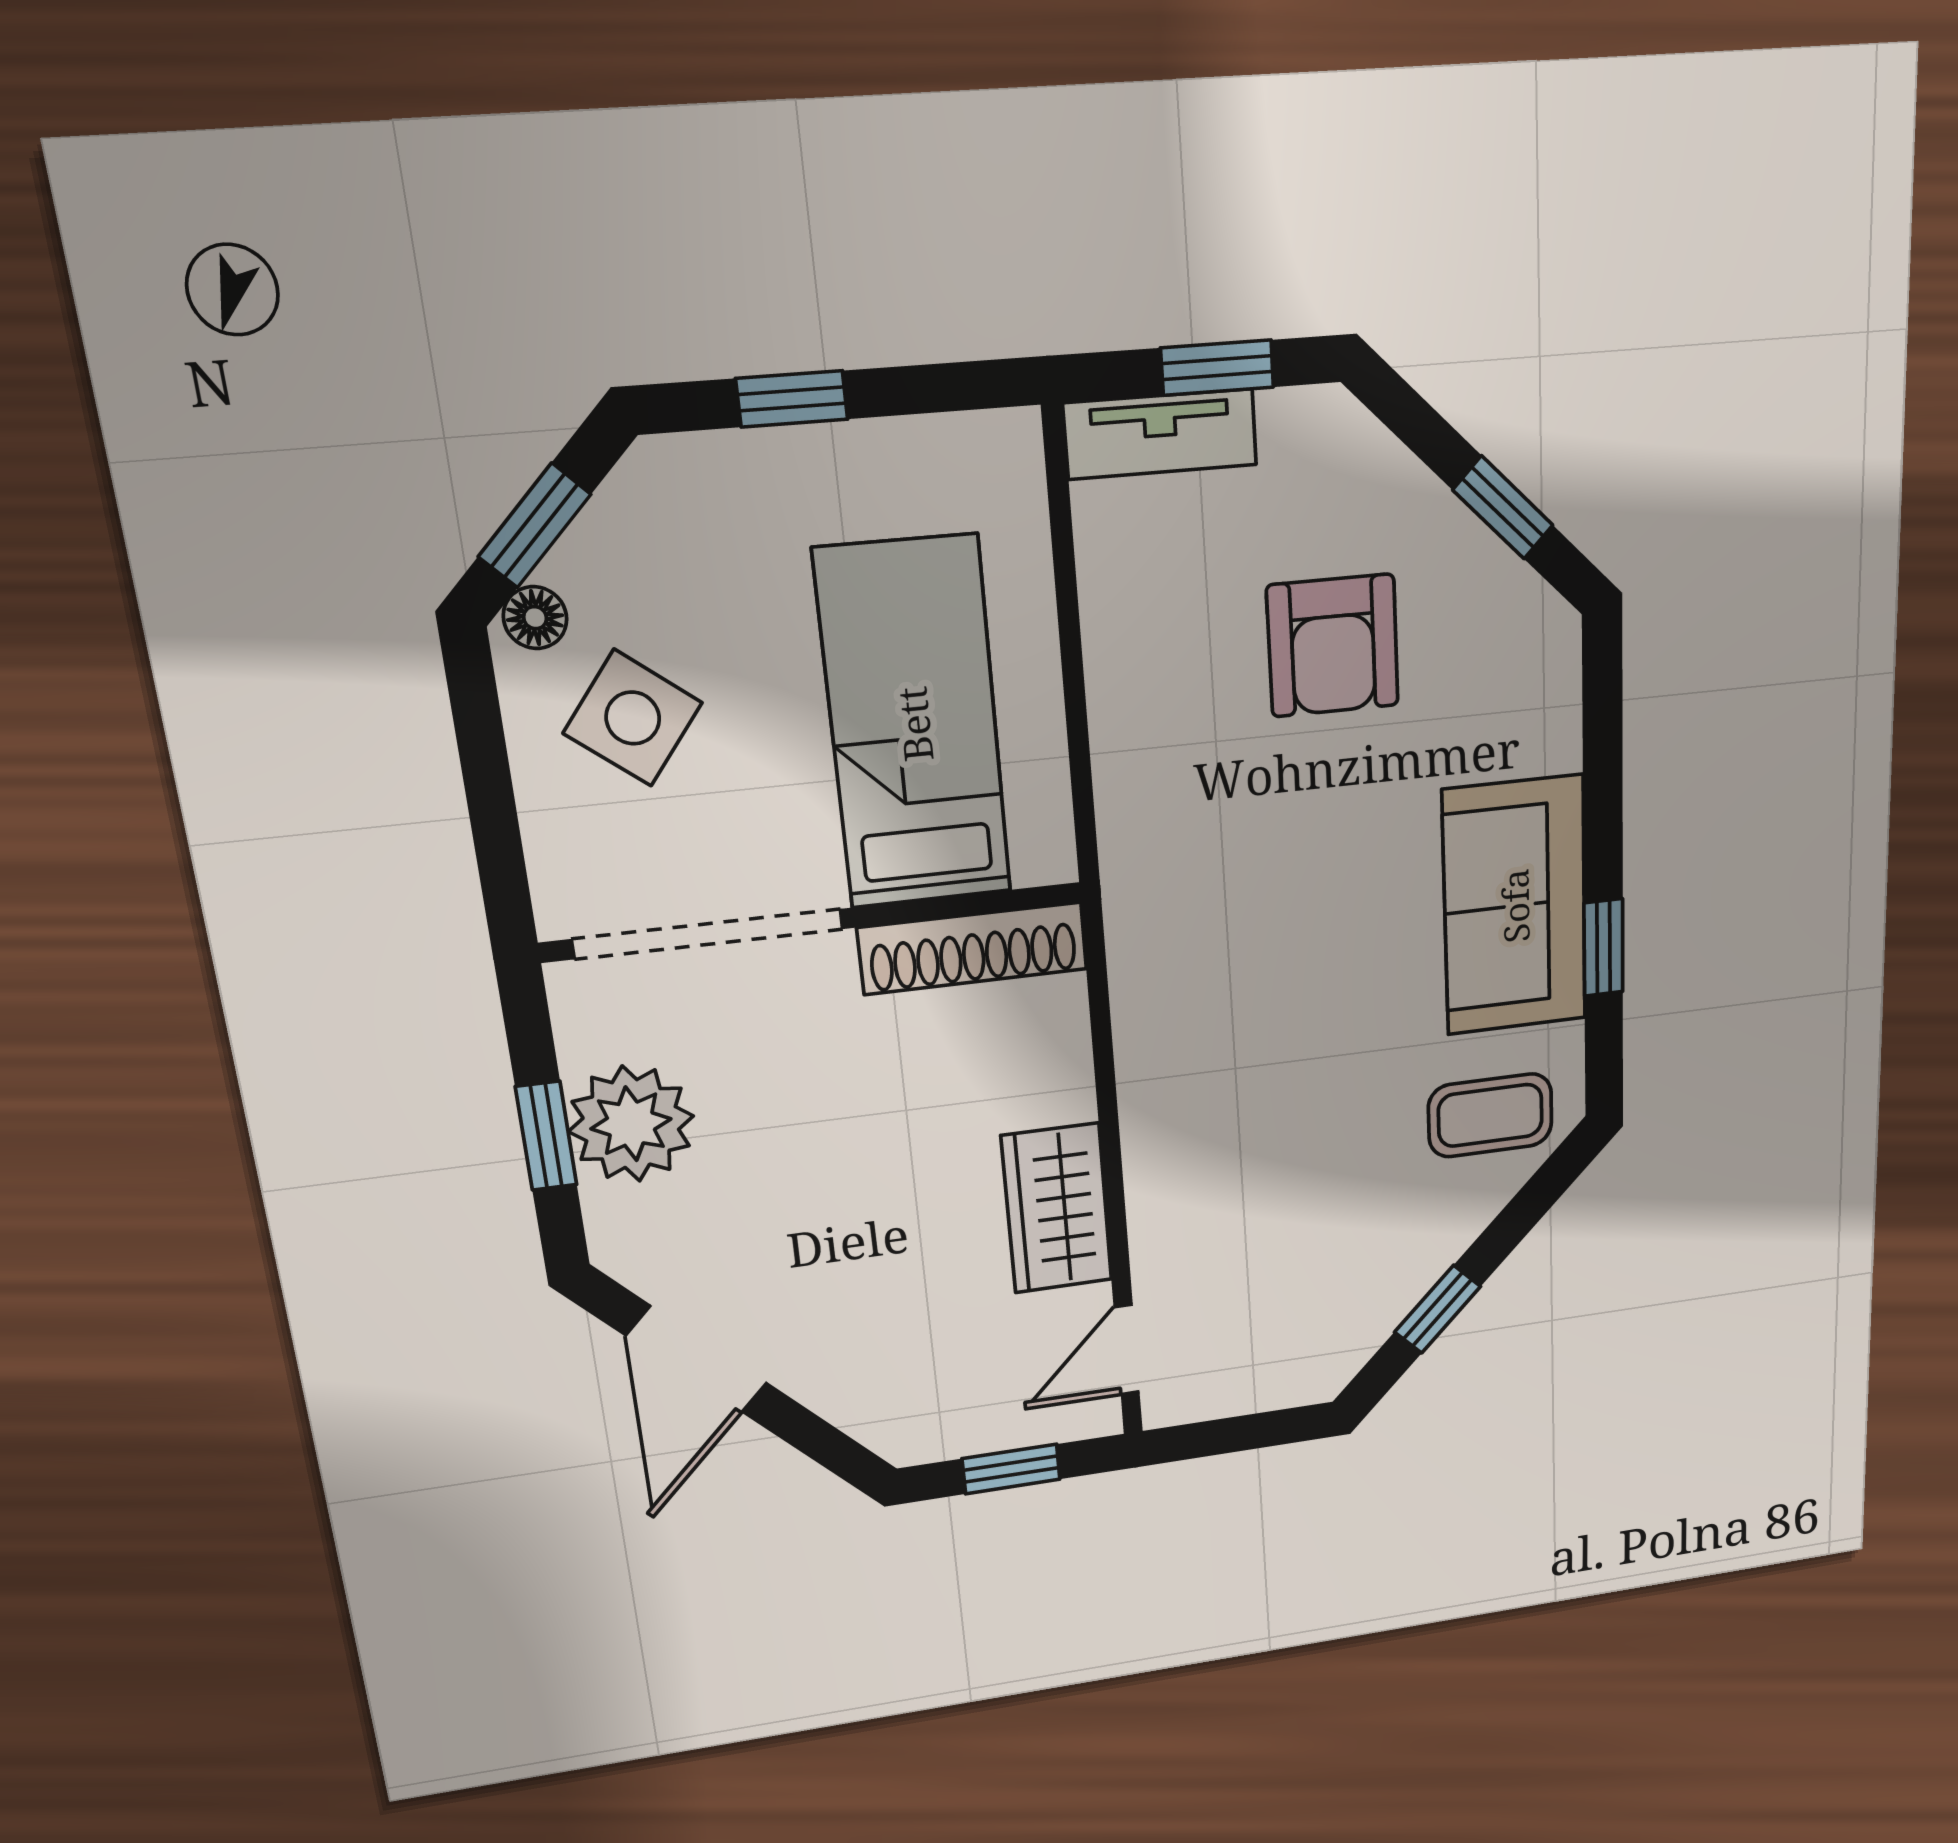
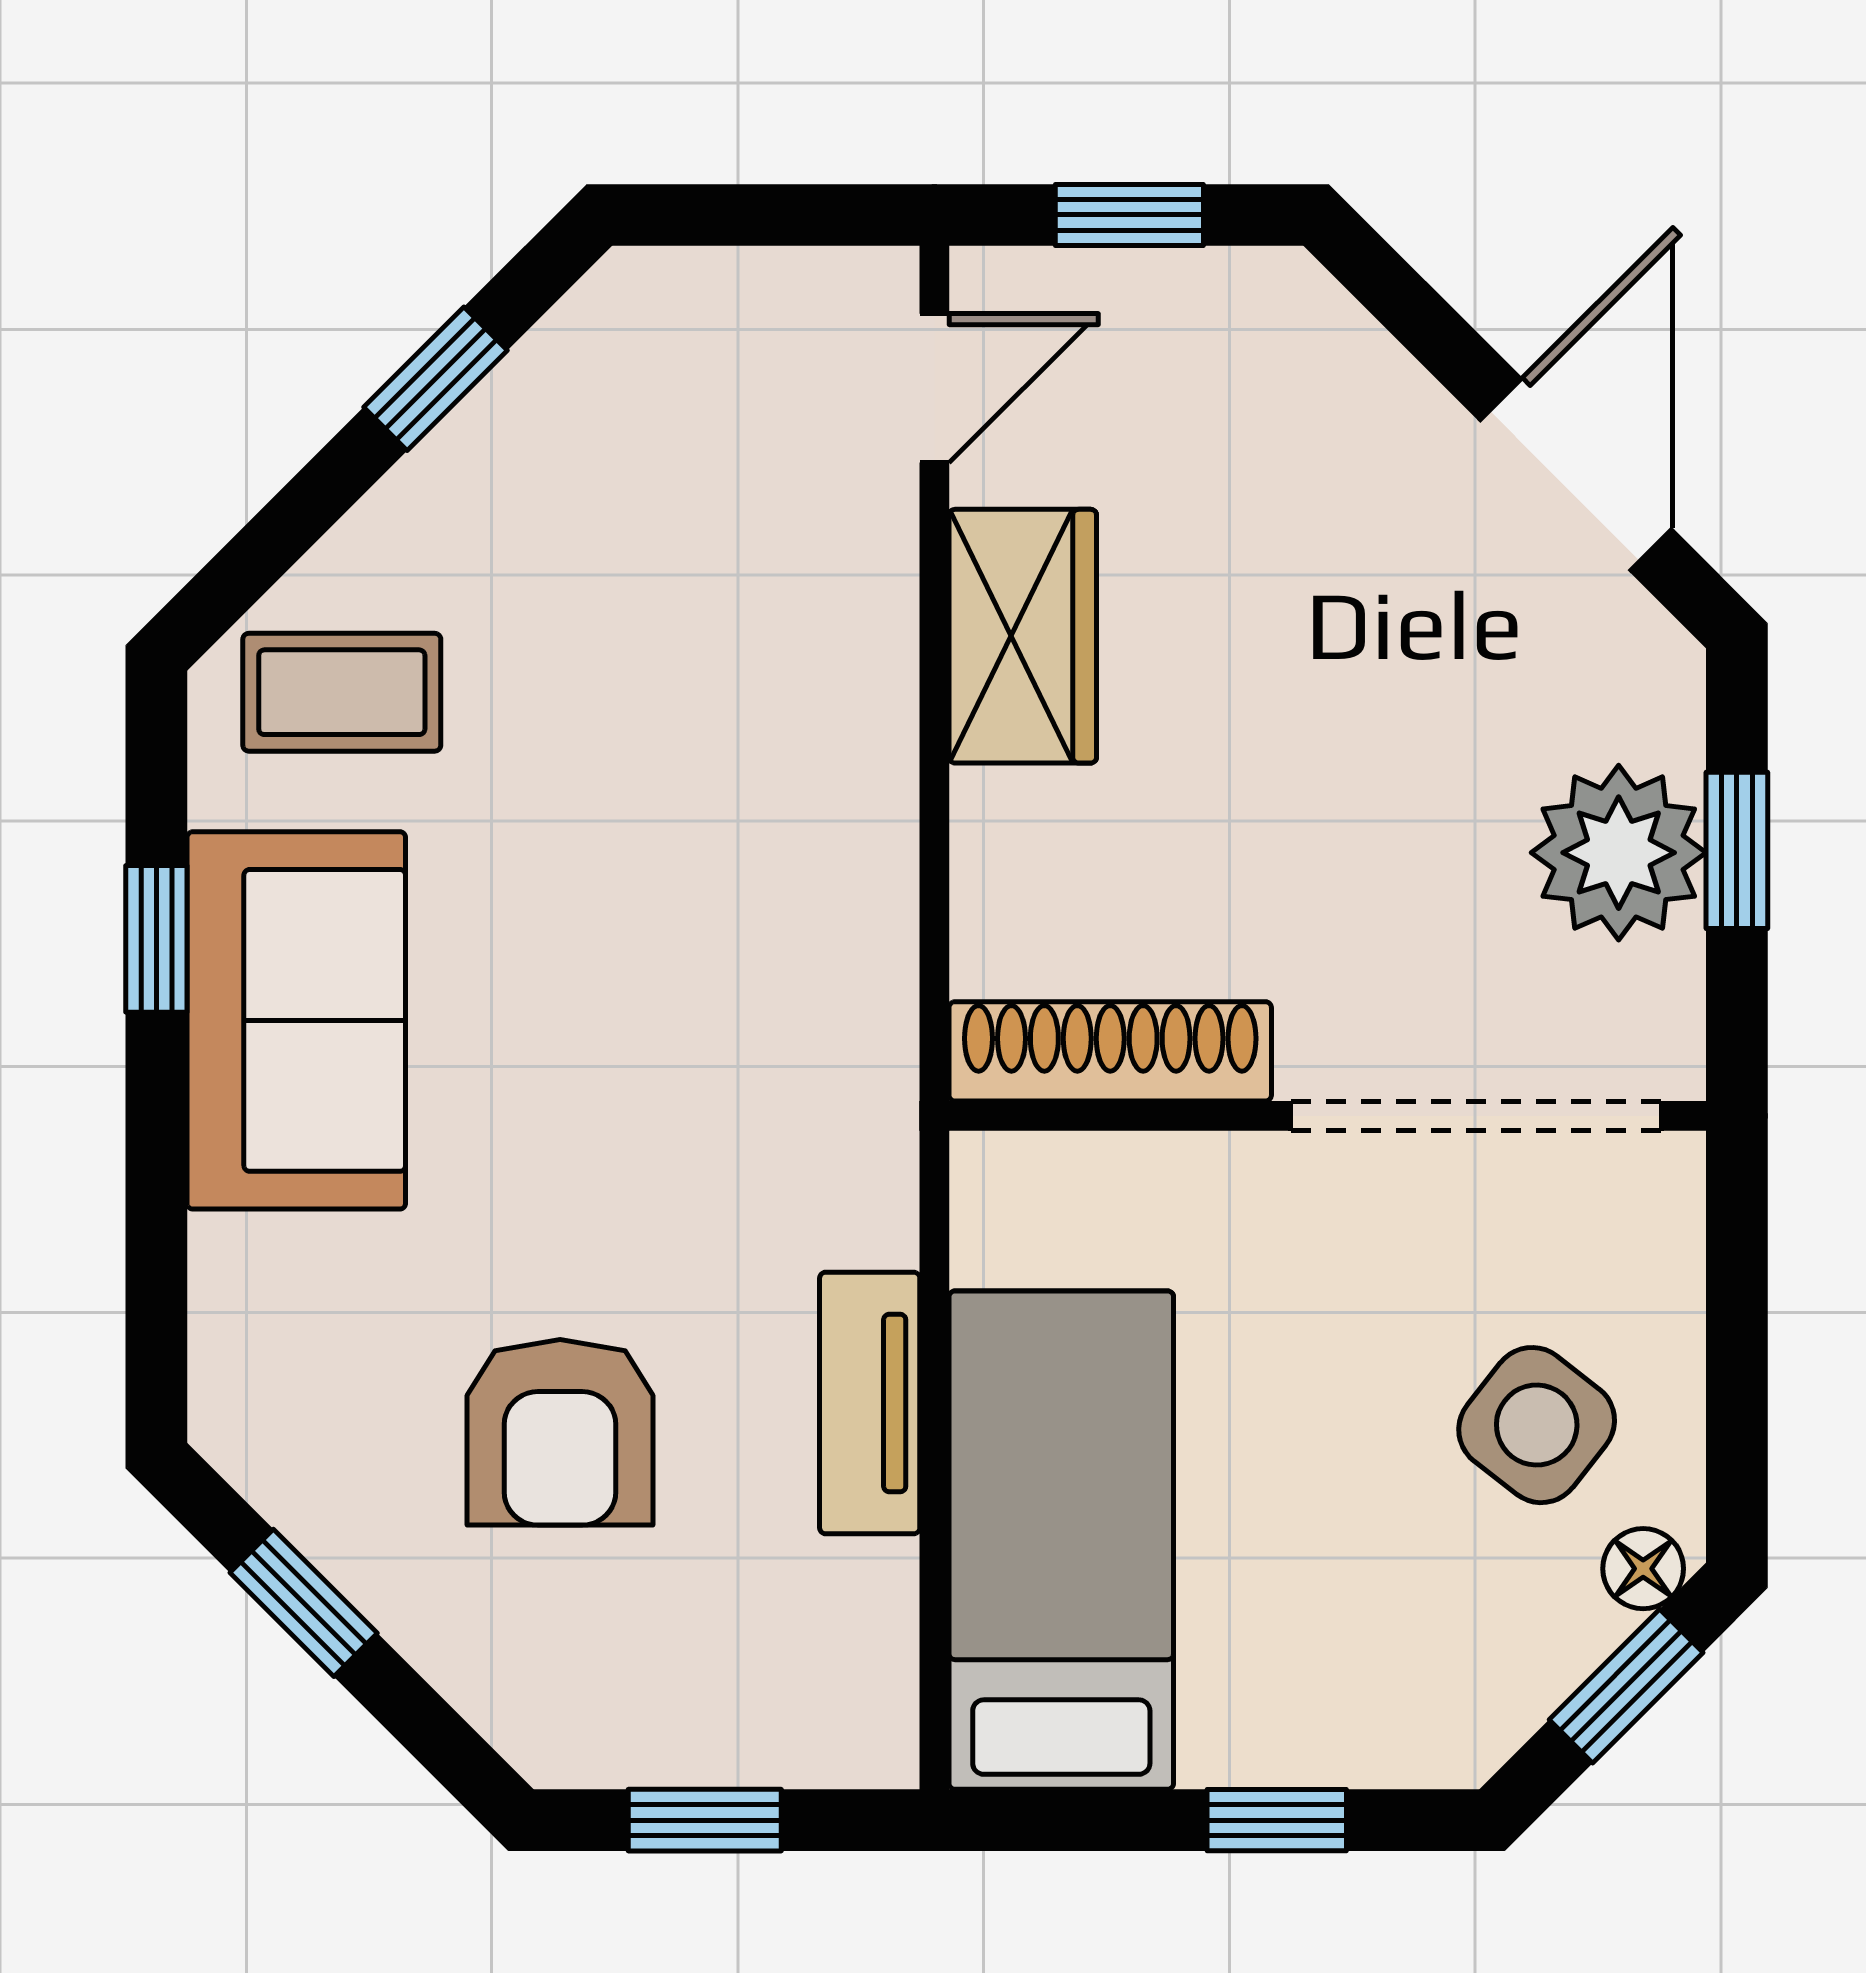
tv unit: (1160, 434) -> (870, 1403), moved, turned -90
armchair: (1333, 646) -> (560, 1432), turned 180
bed: (914, 724) -> (1061, 1540), moved, turned 180

